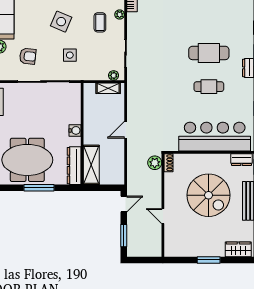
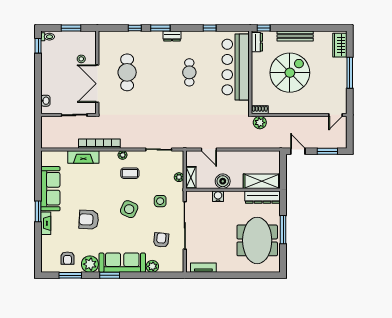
cafe table: (209, 53) -> (127, 72), moved
plant: (114, 75) -> (179, 177), moved
shelving: (108, 88) -> (191, 177), moved
boiler: (91, 123) -> (223, 181), added
water cooler: (75, 130) -> (218, 196), moved
door: (126, 130) -> (209, 149), moved
door: (163, 216) -> (335, 115), moved
window: (209, 260) -> (350, 73), width x1.44

